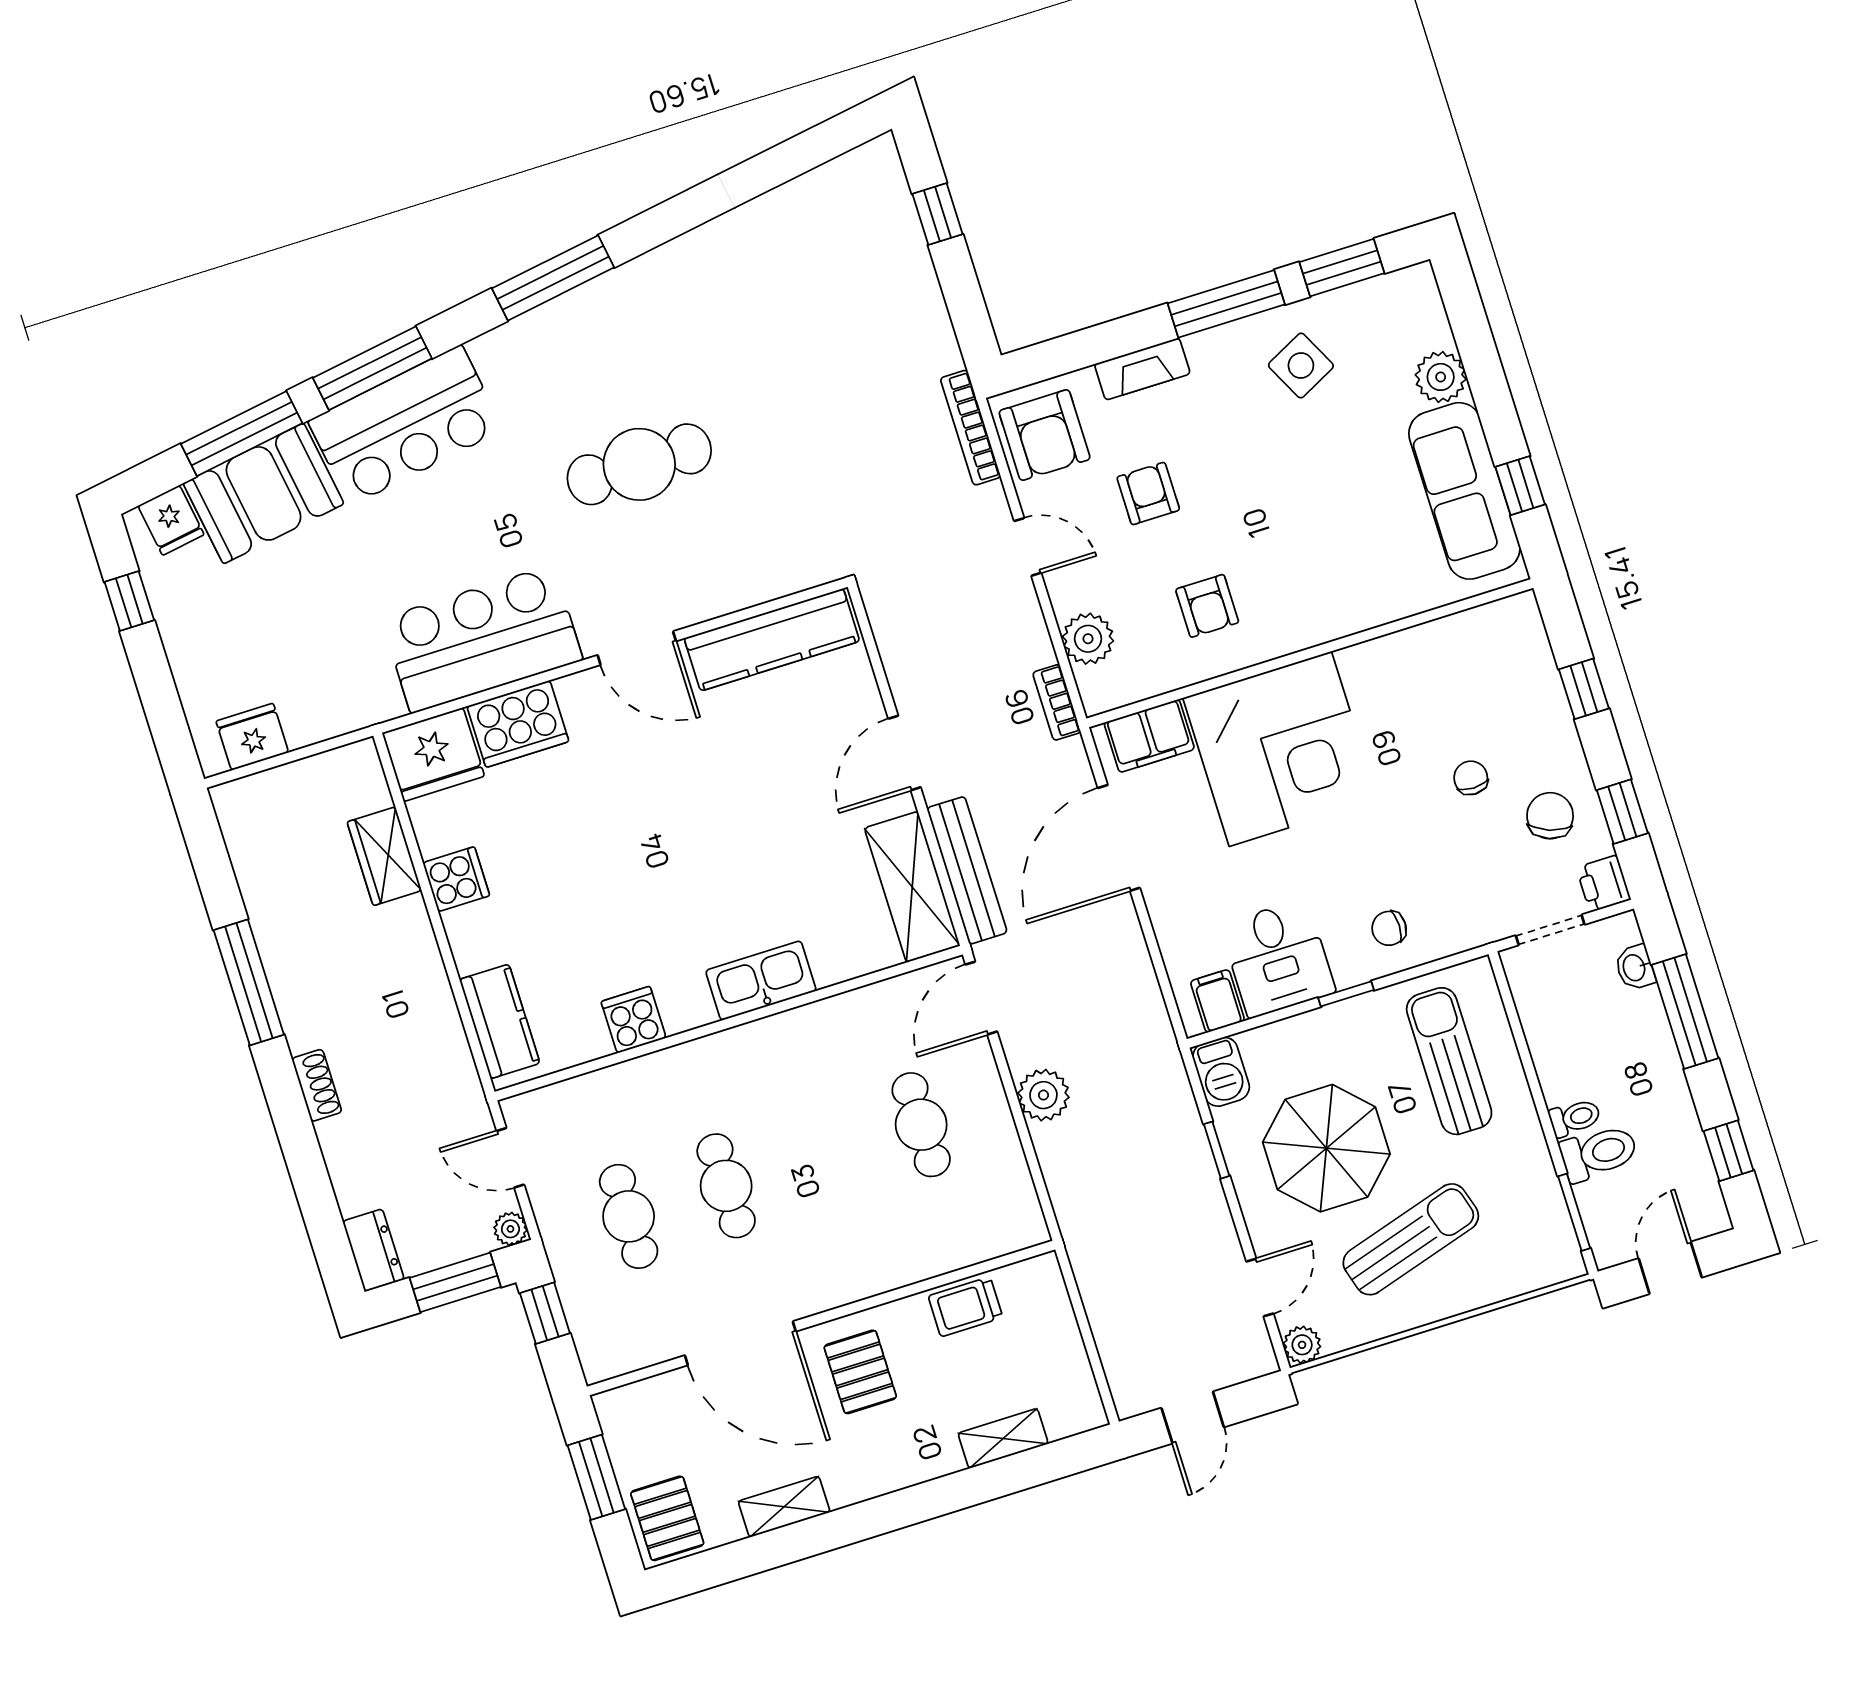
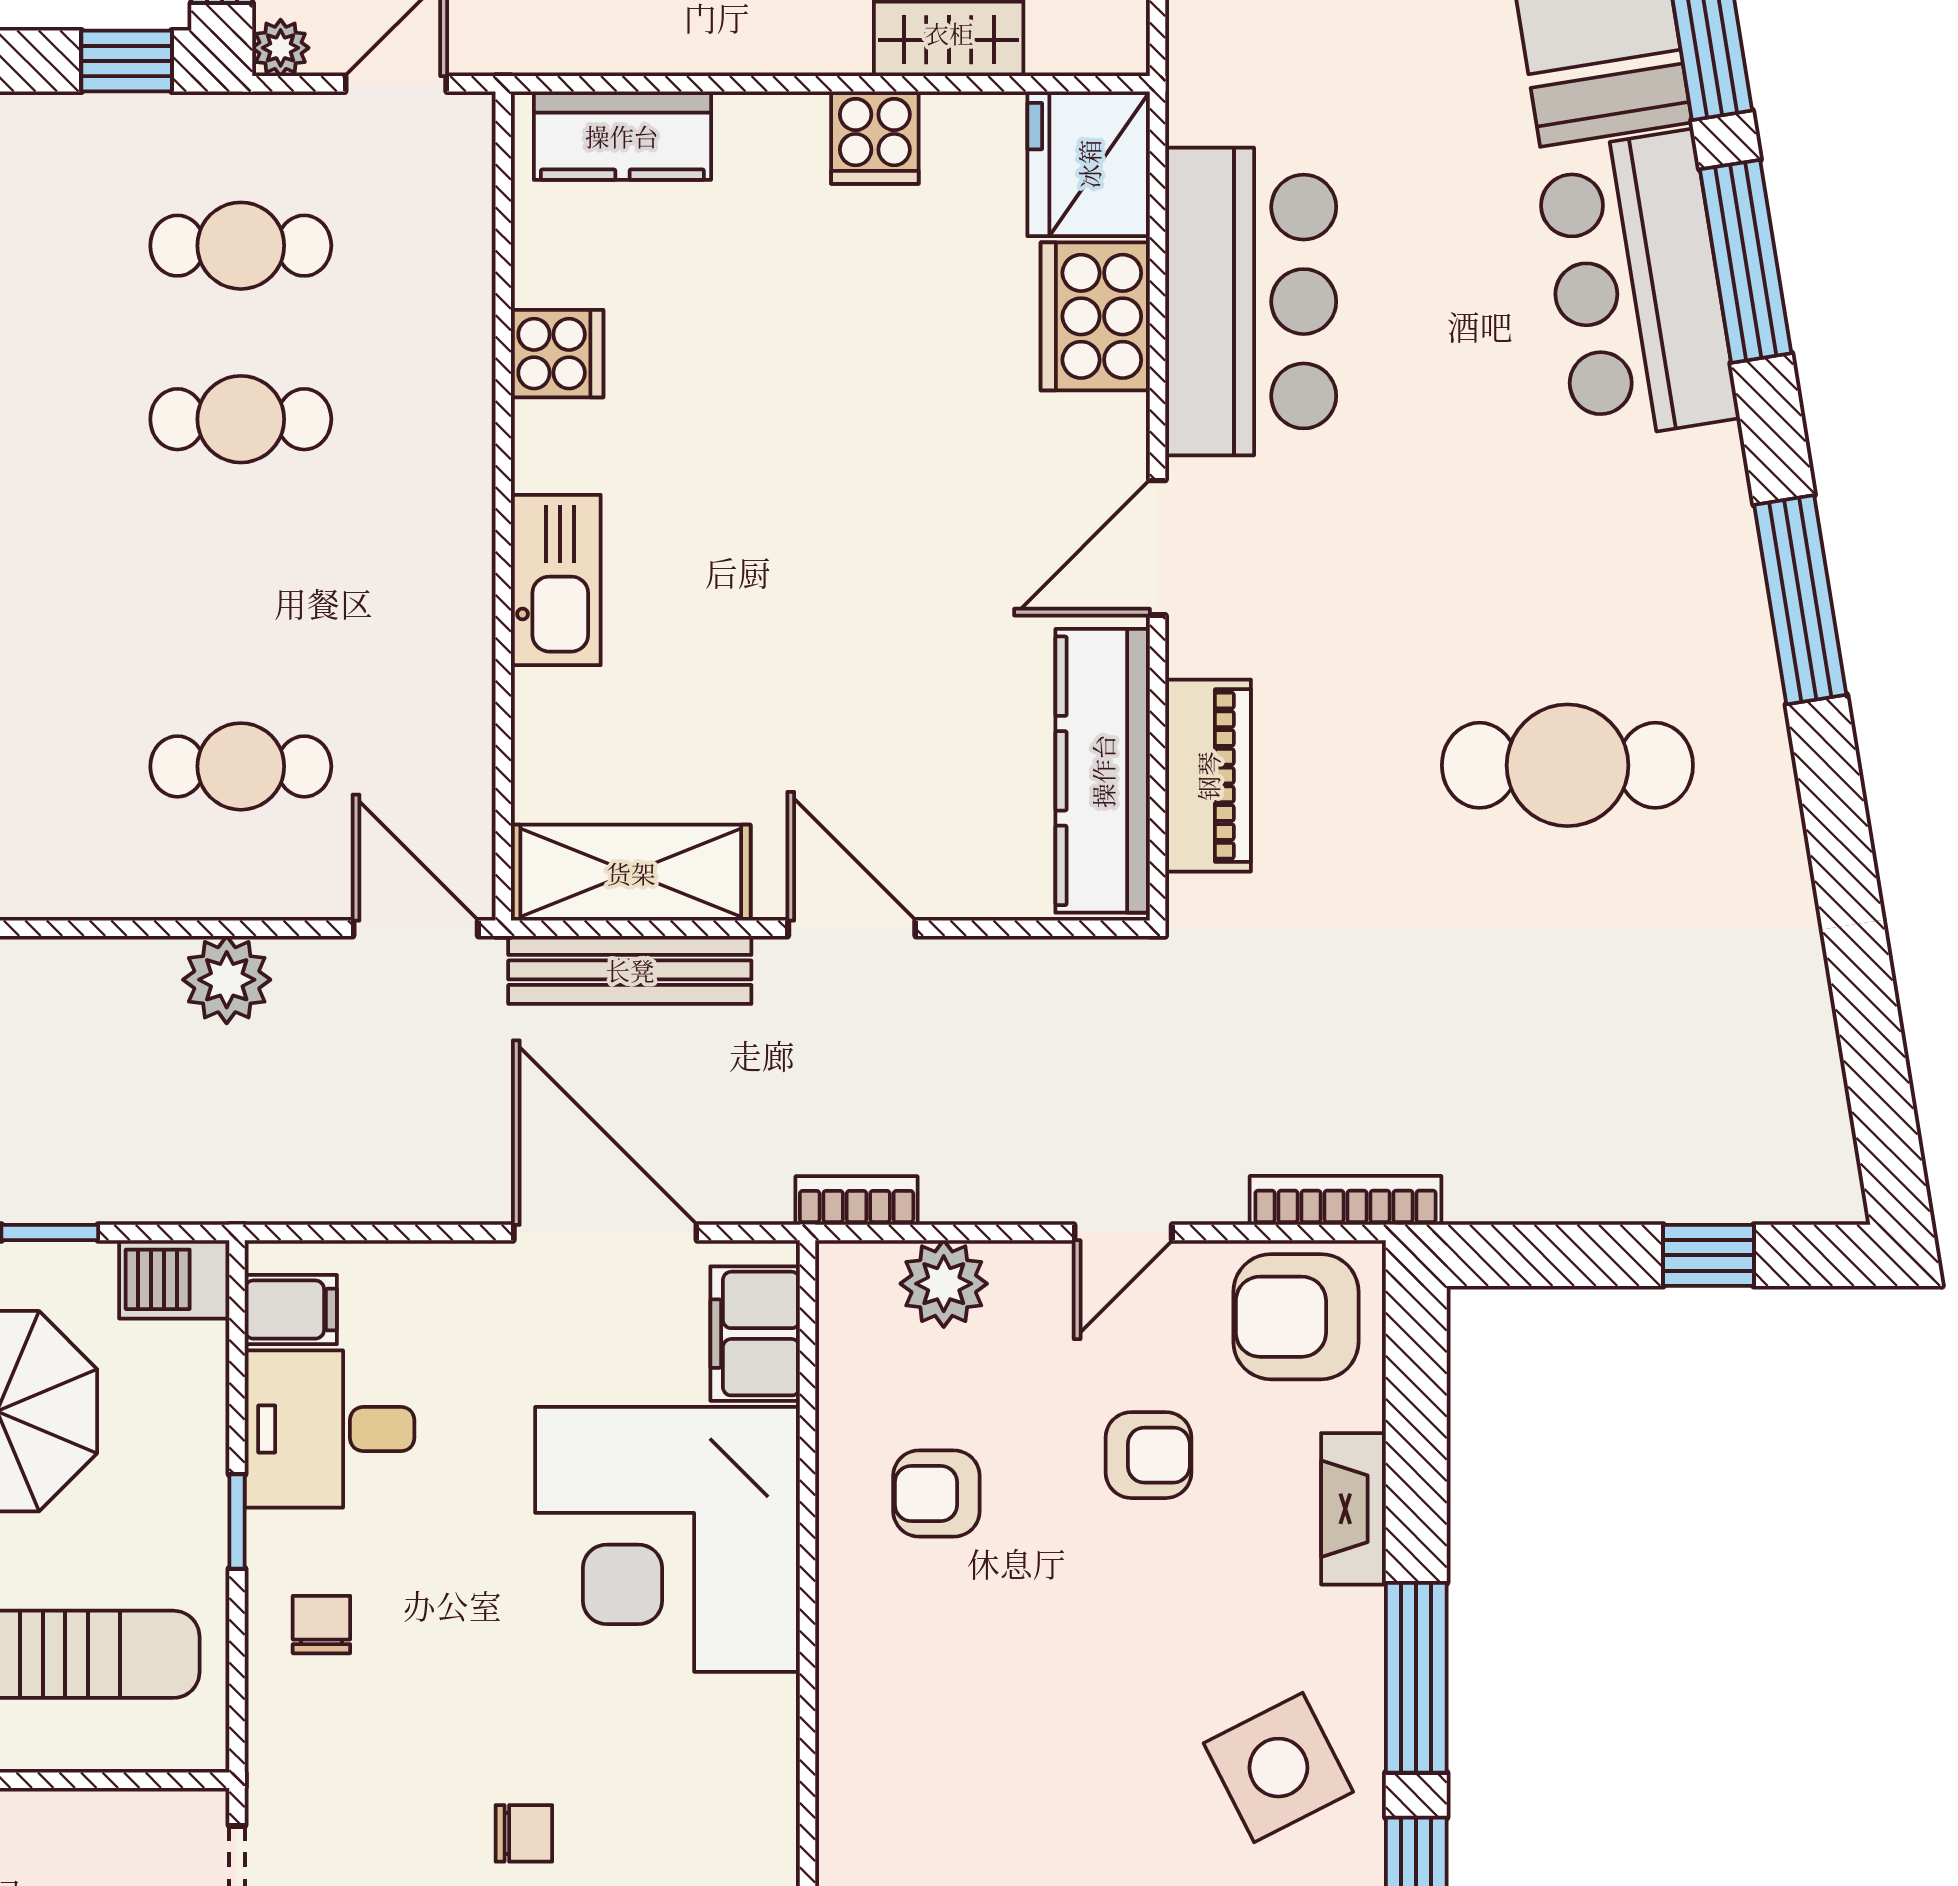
side table: (1301, 366) -> (1278, 1768), width x1.37, depth x1.37
cafe table: (639, 464) -> (1567, 765), moved, turned 90
piano: (756, 580) -> (1208, 776), added

